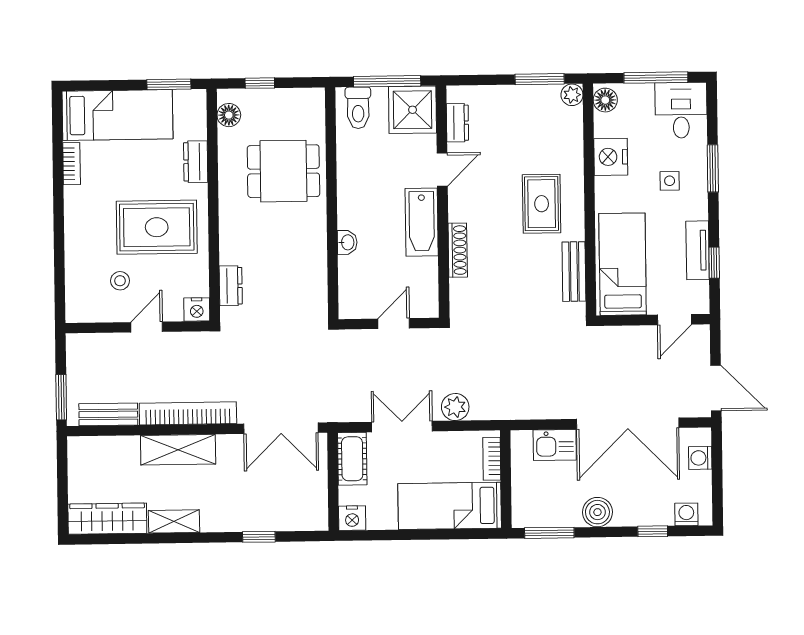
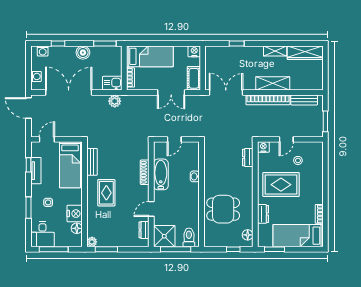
floor lamp: (605, 100) -> (77, 228), moved
bathtub: (422, 222) -> (161, 174), moved
window: (61, 397) -> (325, 121), moved
plant: (455, 407) -> (115, 101), moved
kitchen sink: (555, 445) -> (112, 83), moved

